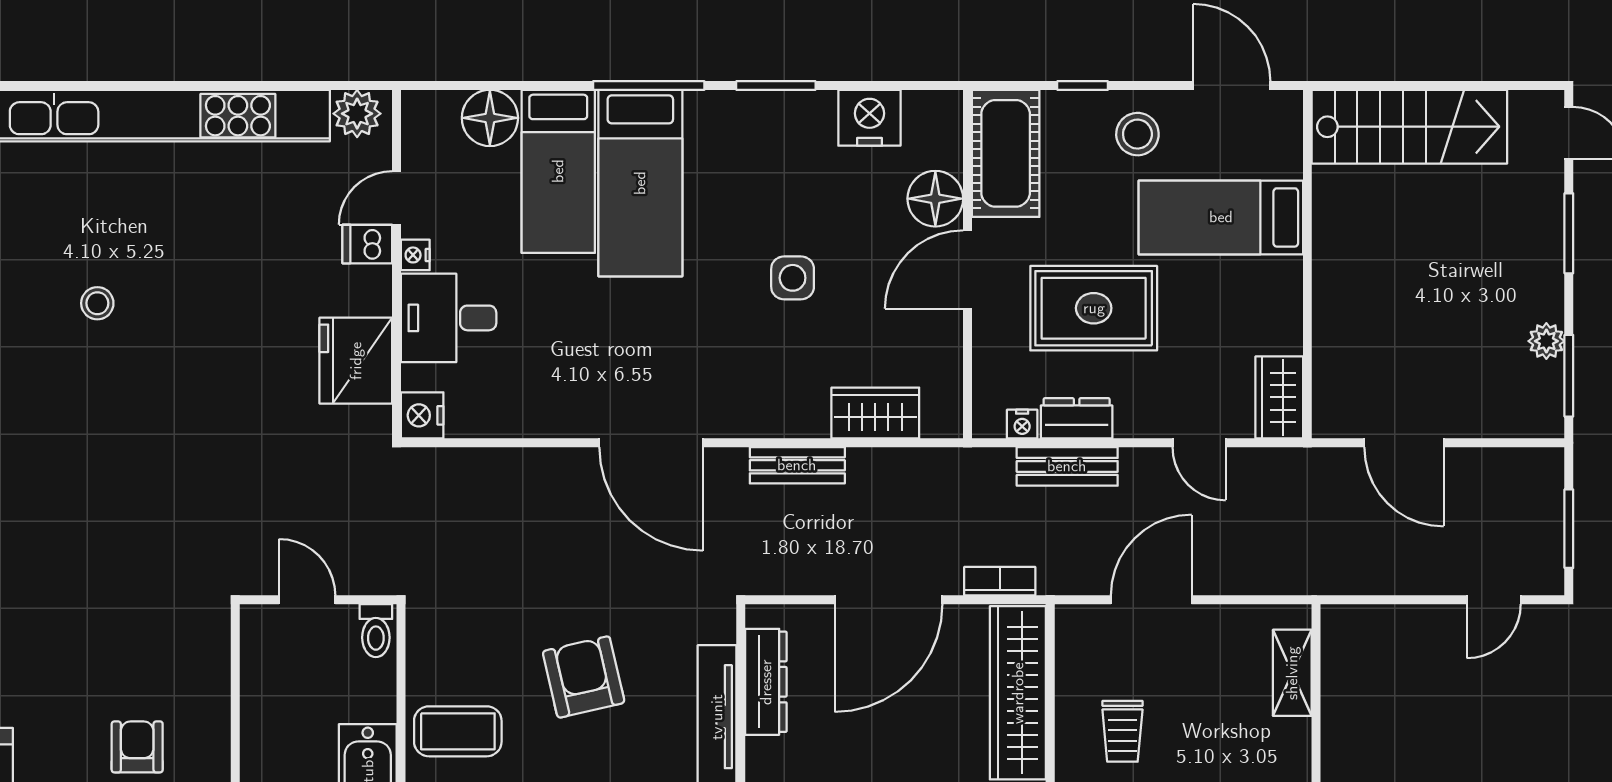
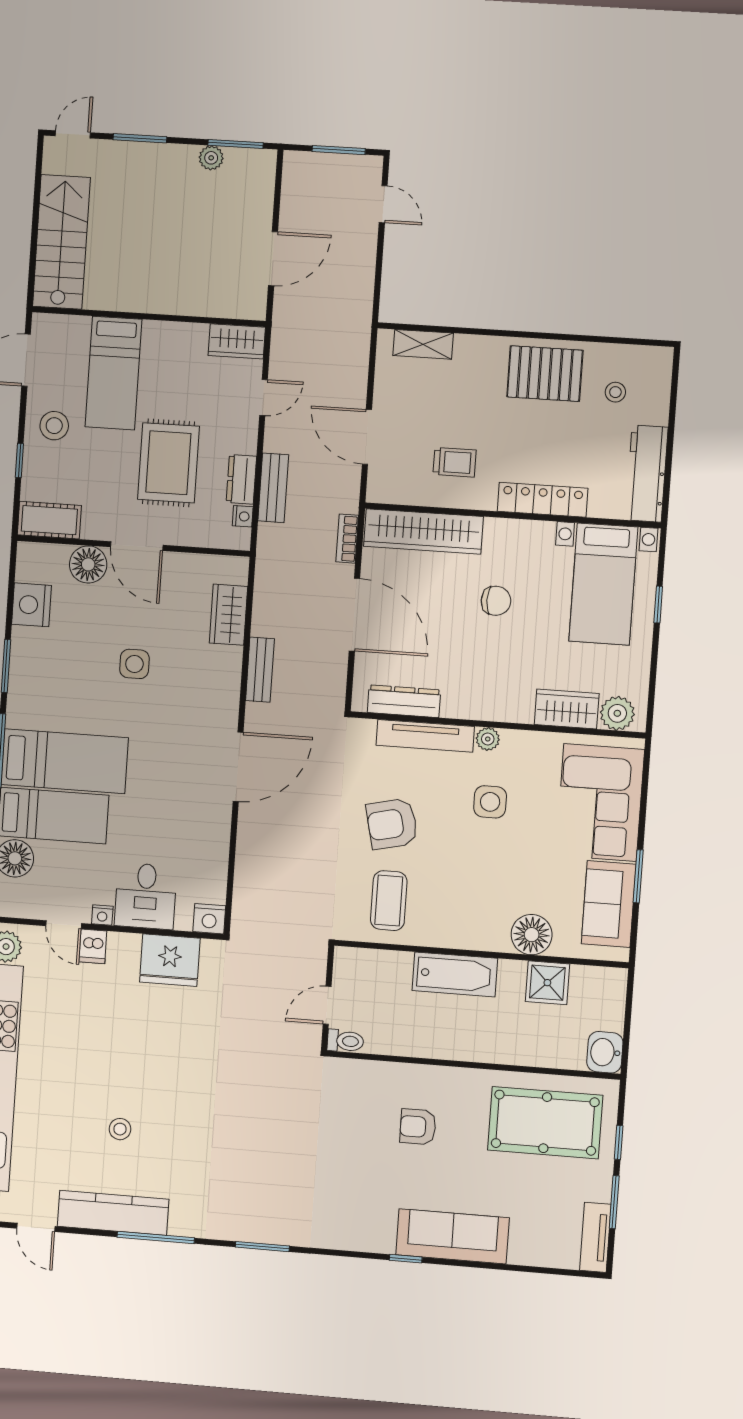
cot: (1006, 153) -> (49, 520), width x0.73, depth x0.75
toilet: (376, 631) -> (345, 1041), moved
coffee table: (458, 731) -> (389, 901), moved

